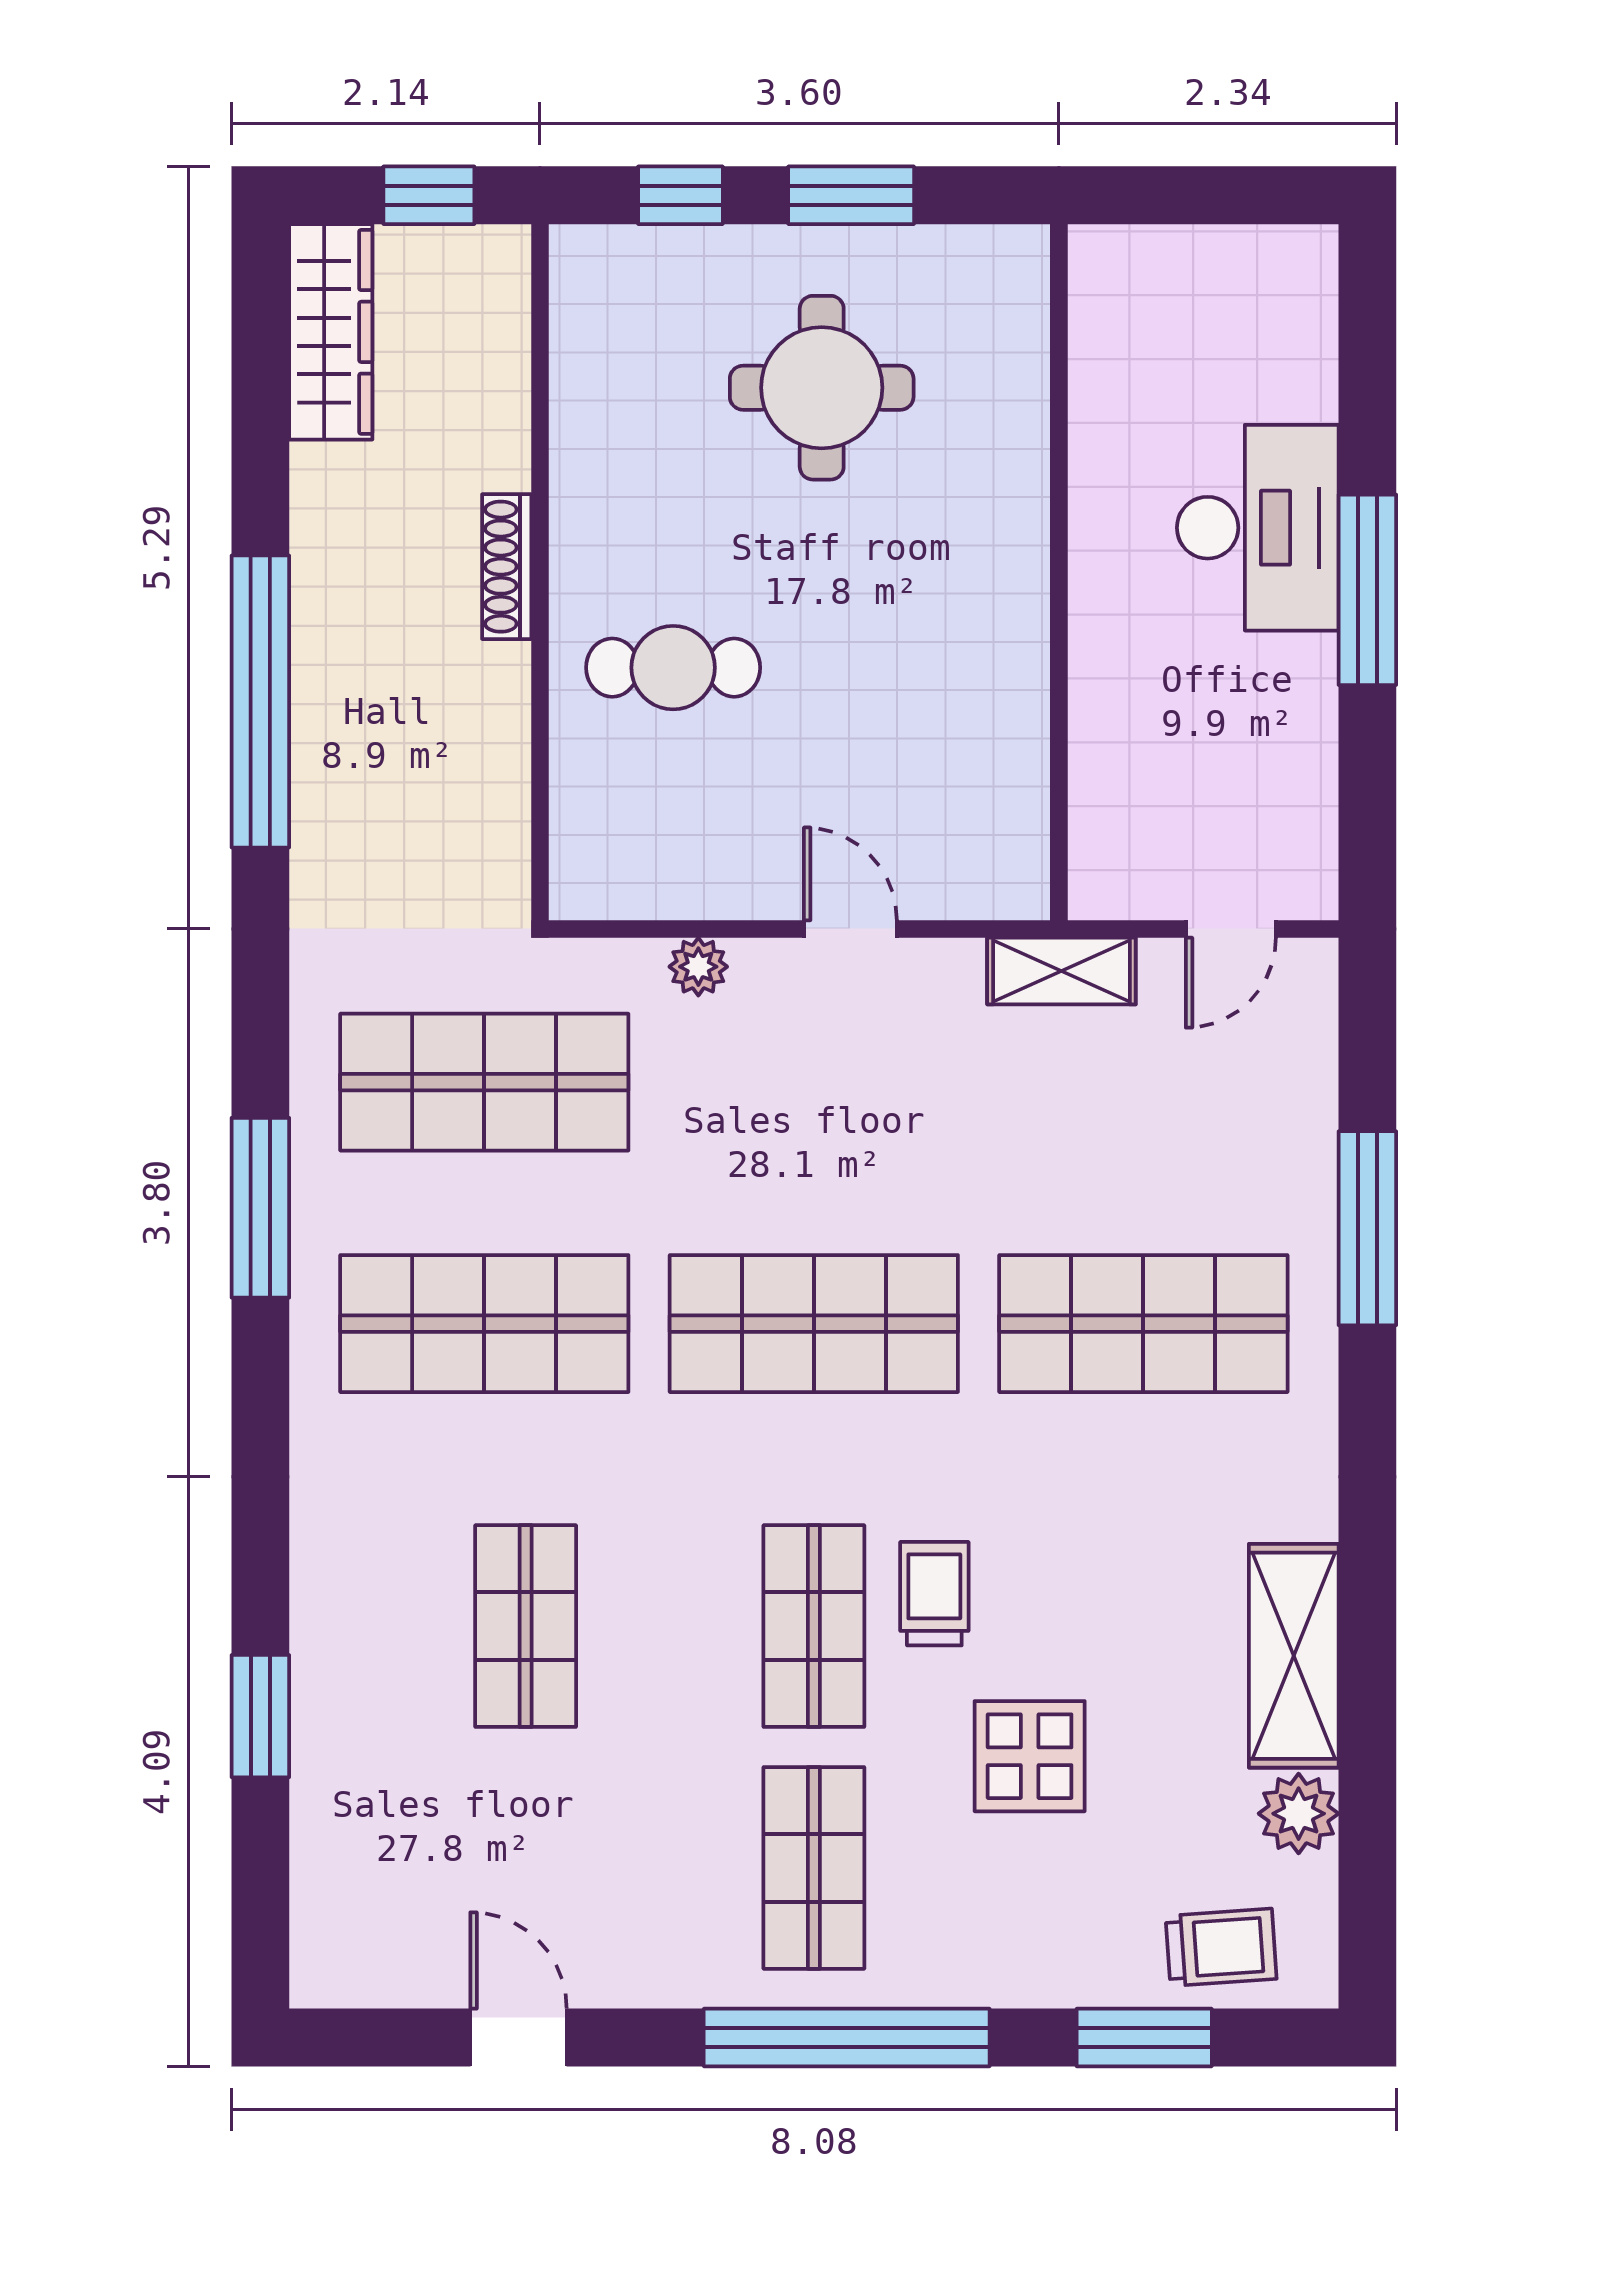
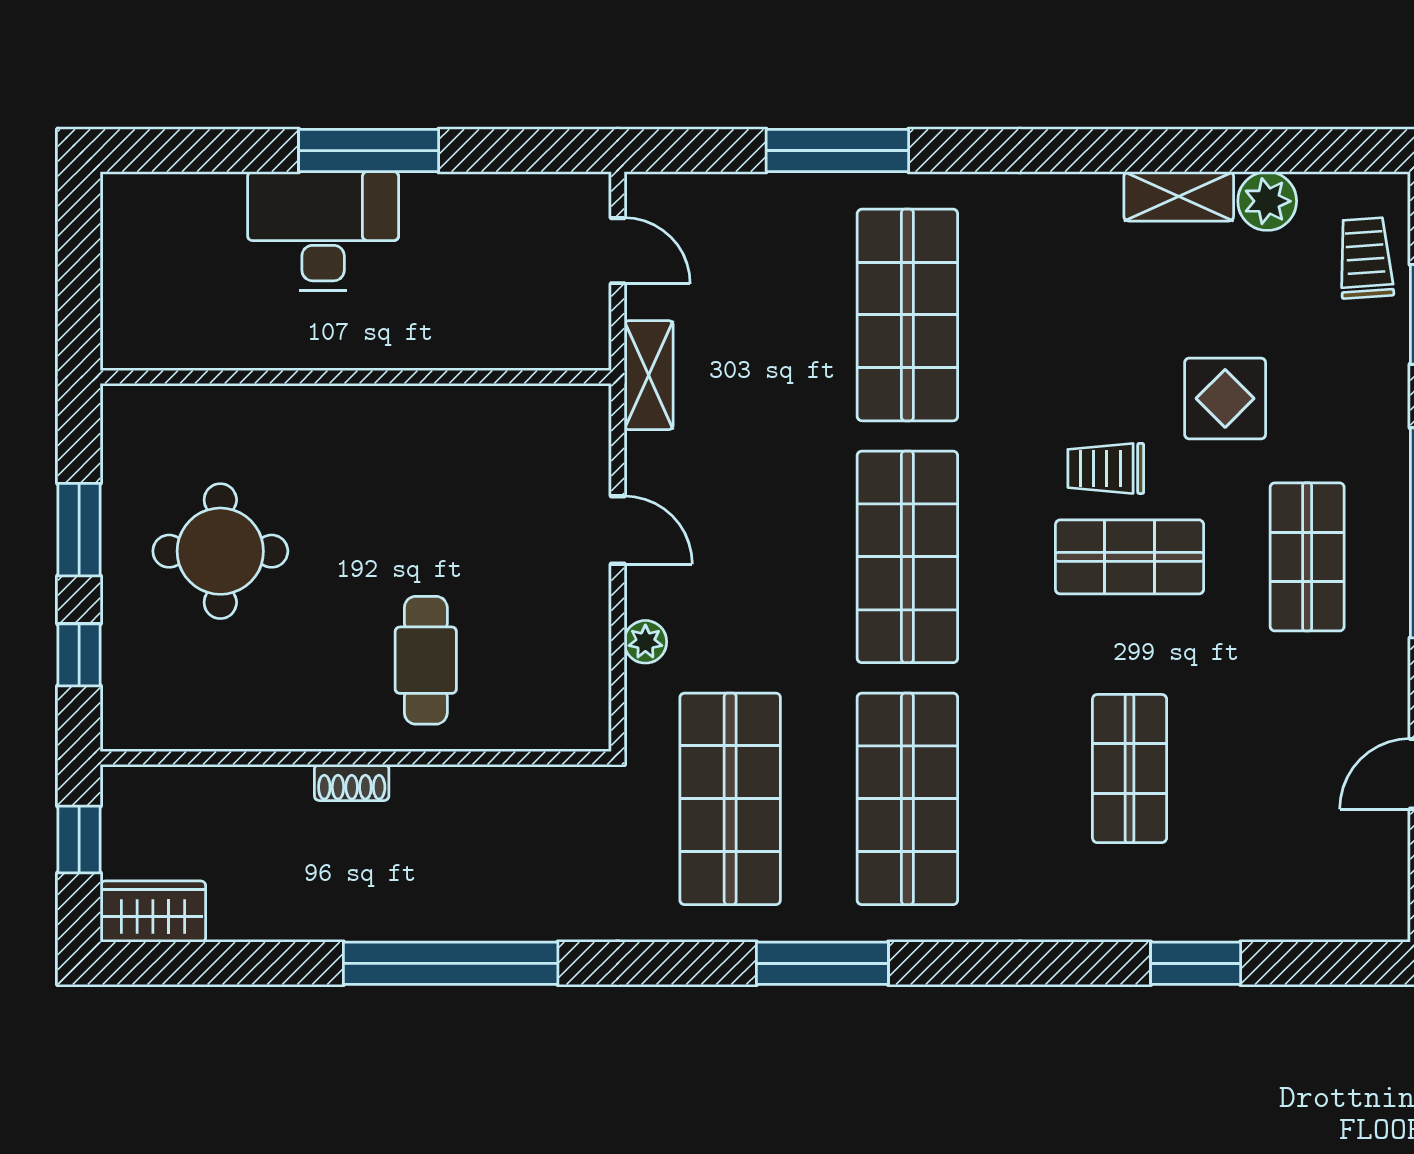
wardrobe: (331, 332) -> (153, 912), width x0.67
shoe rack: (507, 567) -> (352, 782), width x0.70
door: (850, 929) -> (618, 530), swing flipped
shop shelf: (526, 1626) -> (1130, 769), turned 90
shelving: (1294, 1656) -> (1179, 196), width x0.67, depth x0.75
shop shelf: (814, 1868) -> (1307, 557), turned 90

